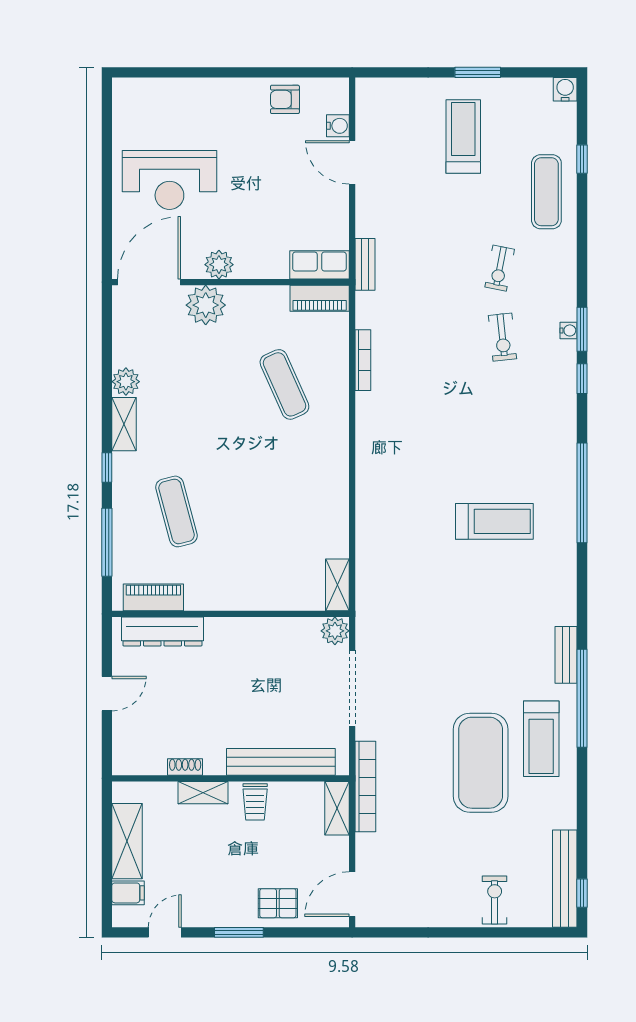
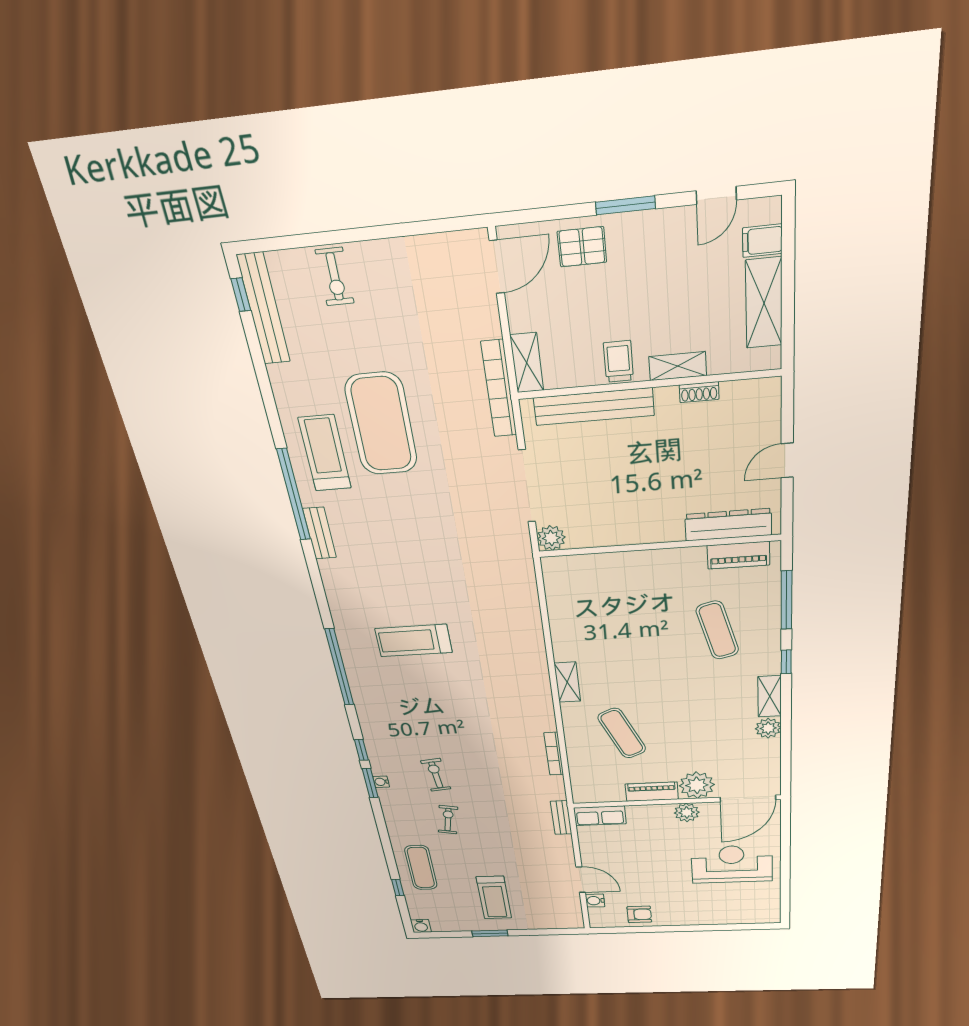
piano: (320, 298) -> (652, 792), moved
shelving: (337, 585) -> (567, 682), moved

